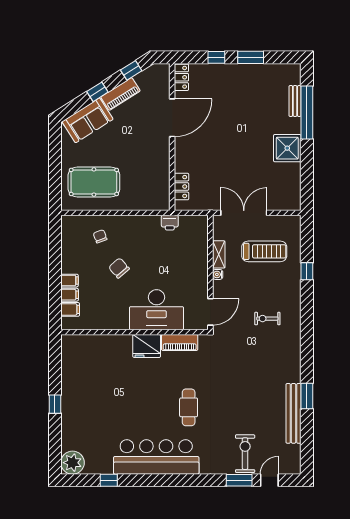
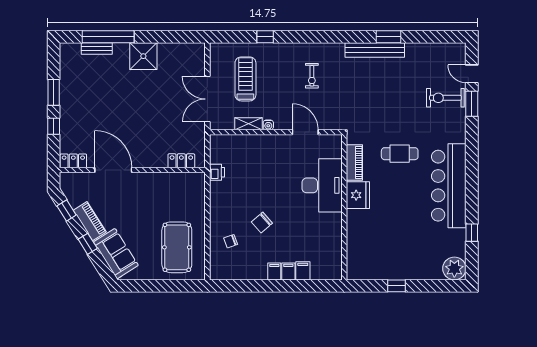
desk: (157, 310) -> (322, 185), moved
wall: (135, 332) -> (344, 207), moved
piano: (180, 342) -> (354, 163), moved
fridge: (147, 346) -> (358, 195), moved
bench: (294, 413) -> (375, 50), moved

